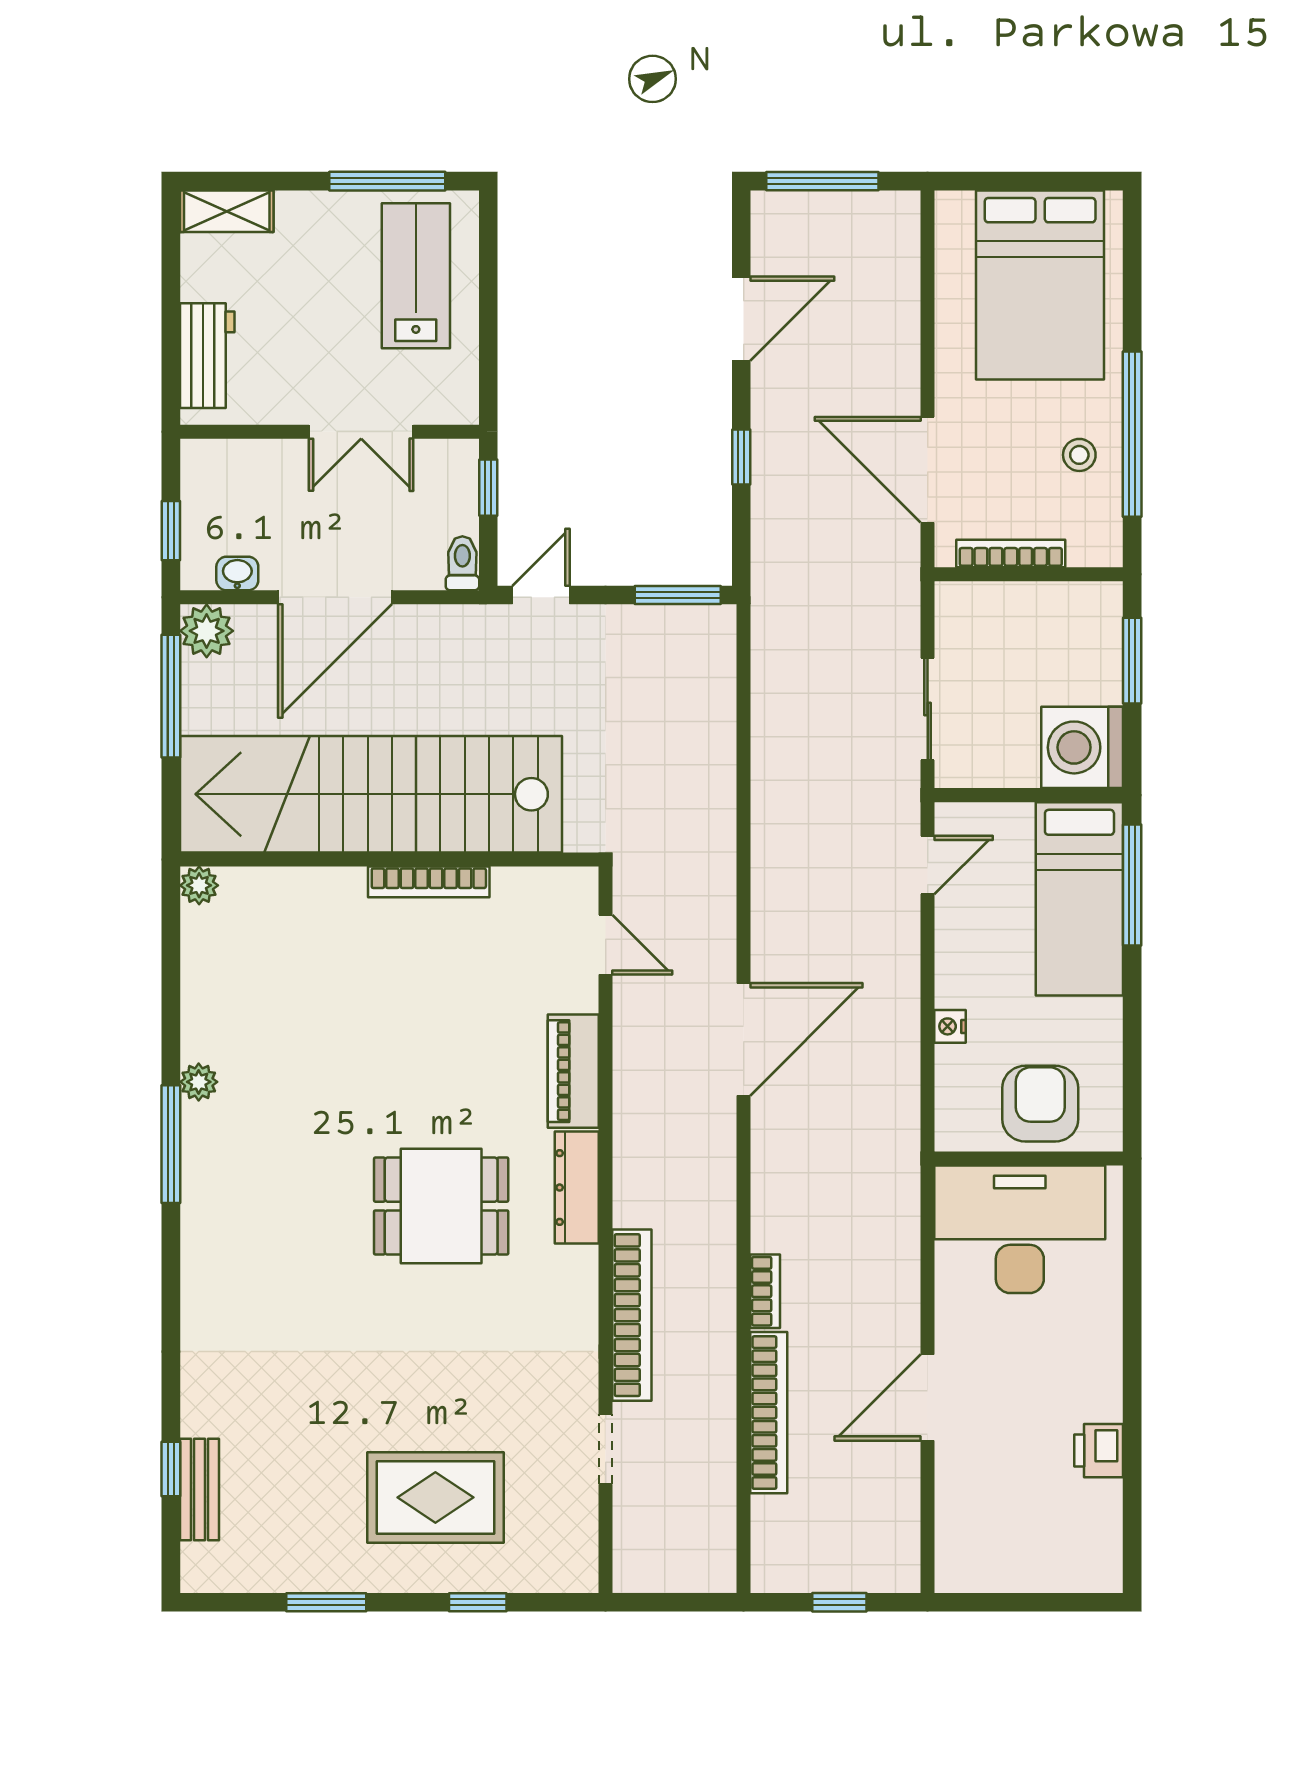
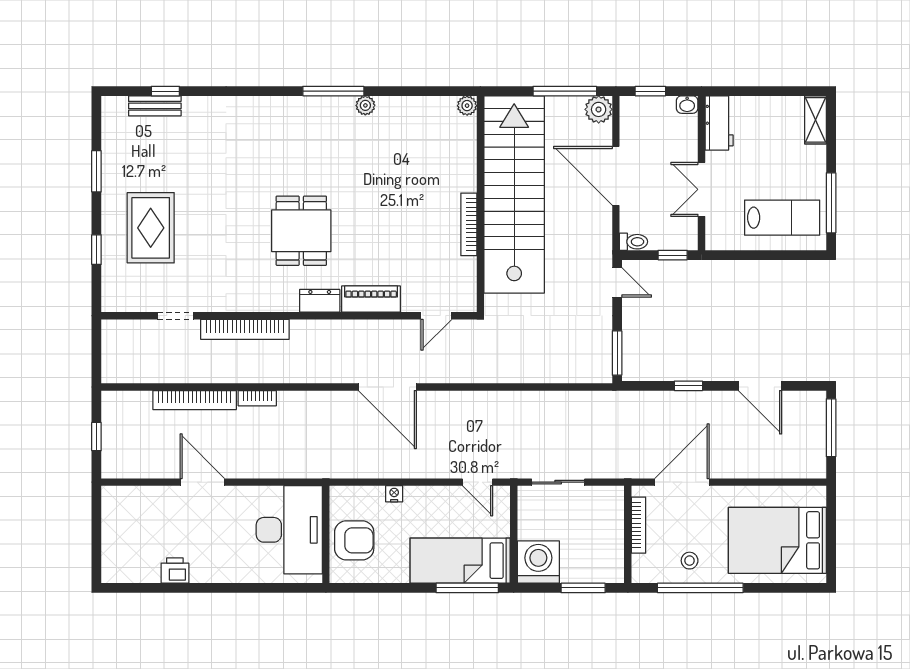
workbench: (207, 356) -> (719, 123), moved, turned -90
washbasin: (237, 574) -> (687, 105), moved, turned 90
dresser: (577, 1188) -> (320, 301), width x0.70

